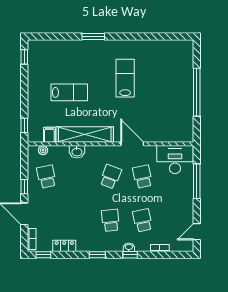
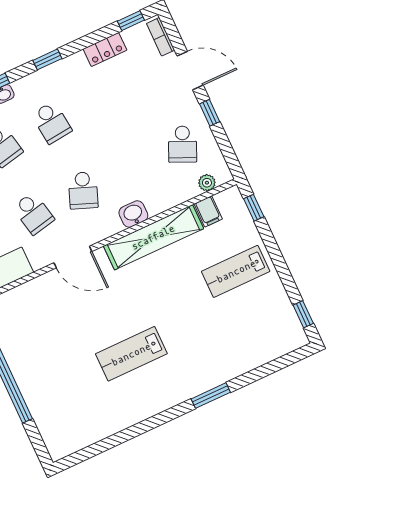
lab bench: (125, 78) -> (131, 354), turned 90
lab bench: (69, 92) -> (236, 271), moved
washbasin: (77, 152) -> (133, 214), moved
school desk: (46, 177) -> (182, 144), turned 36

